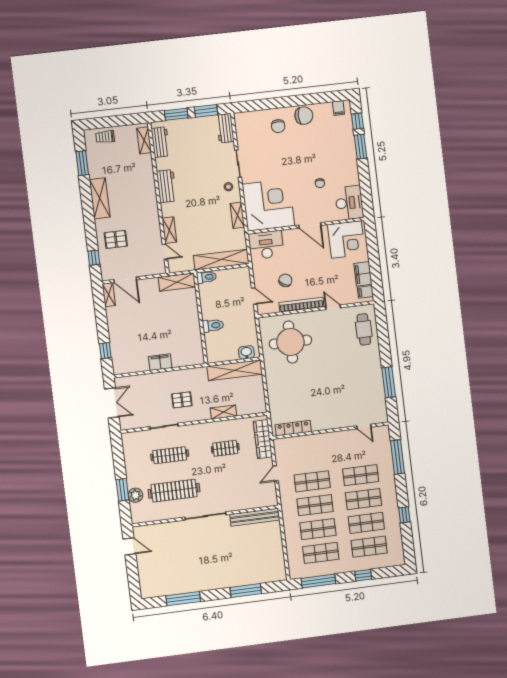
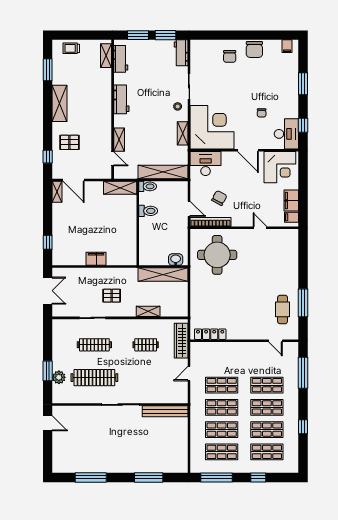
chair: (304, 116) -> (254, 49), turned 90
window: (357, 121) -> (303, 125), moved
bookcase: (301, 305) -> (211, 222), moved
toilet: (213, 326) -> (148, 211), moved
cafe table: (364, 329) -> (283, 309), moved

